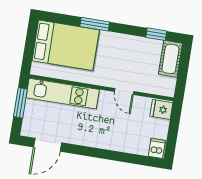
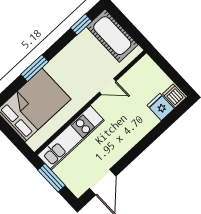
cot: (170, 59) -> (112, 36), width x1.37, depth x1.34
fridge: (161, 110) -> (161, 107), moved, turned 90

